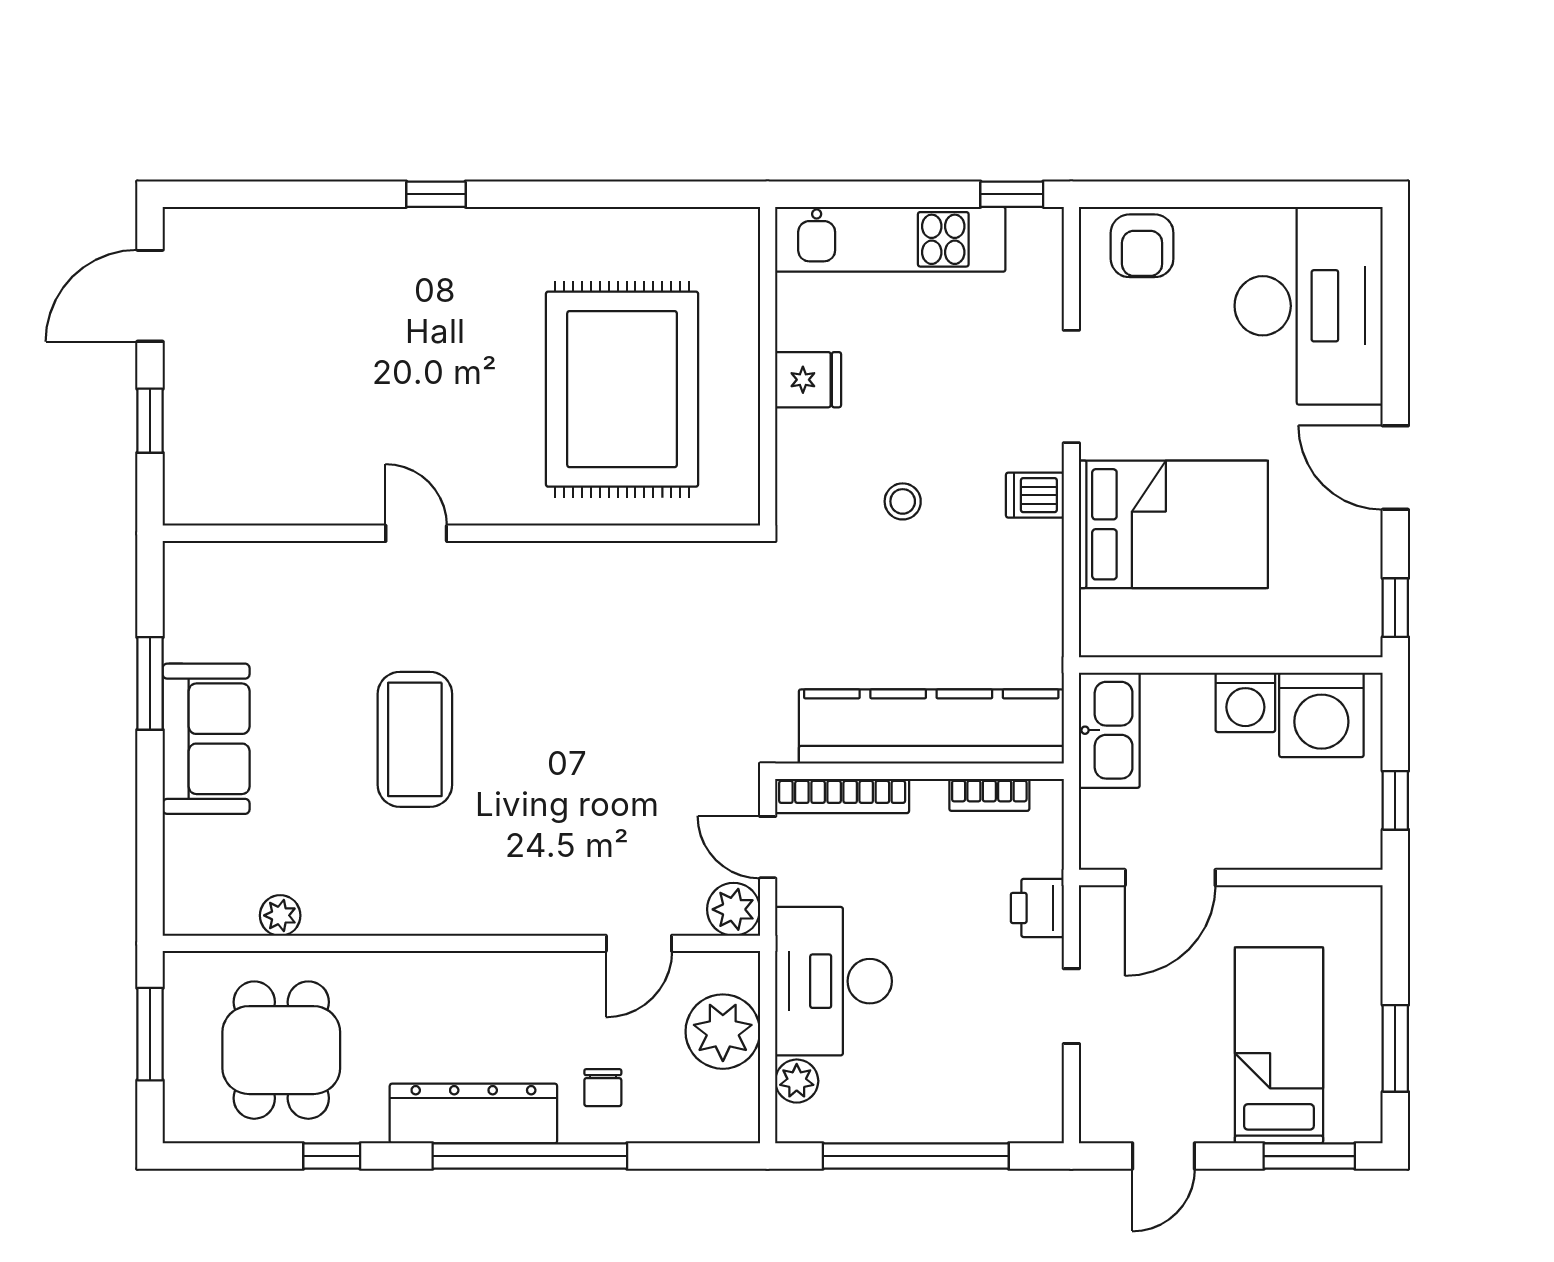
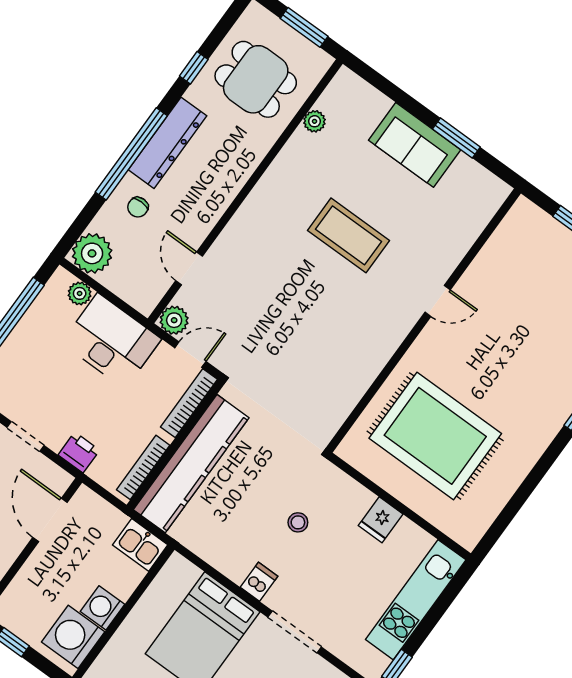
kitchen sink: (1109, 730) -> (140, 545), width x0.73
bookcase: (989, 795) -> (143, 467), width x1.56
plant: (723, 1032) -> (92, 253), moved
chair: (603, 1088) -> (138, 207), turned -90

